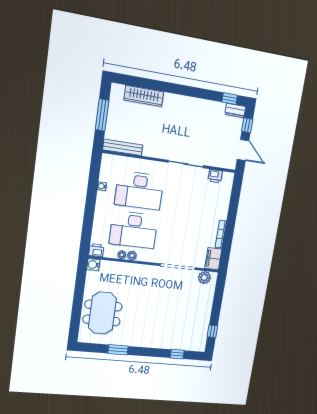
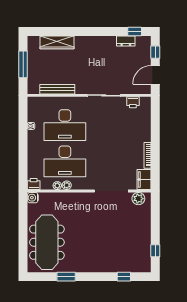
dresser: (235, 111) -> (126, 41), moved
bench: (123, 147) -> (57, 89), moved
door: (243, 150) -> (155, 75), swing flipped
meeting table: (102, 313) -> (47, 242), width x1.36

